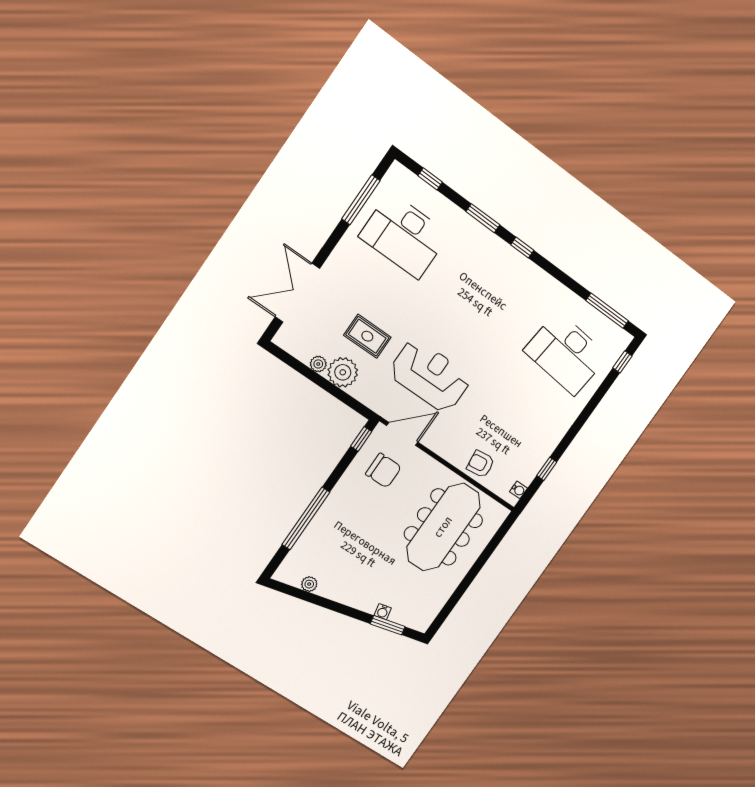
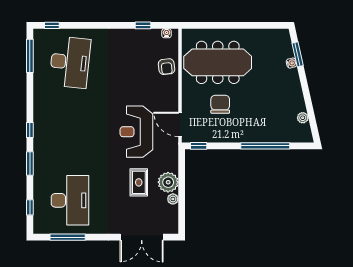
chair: (383, 471) -> (220, 104), moved

